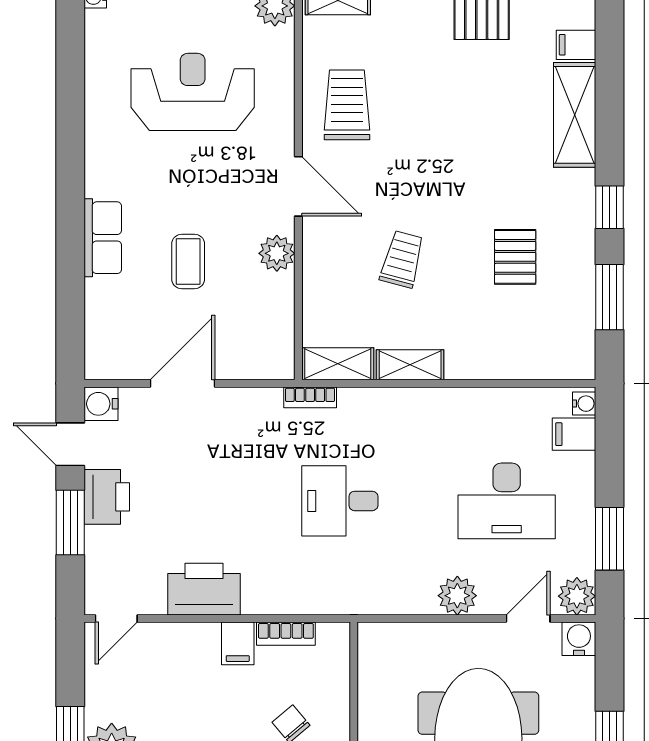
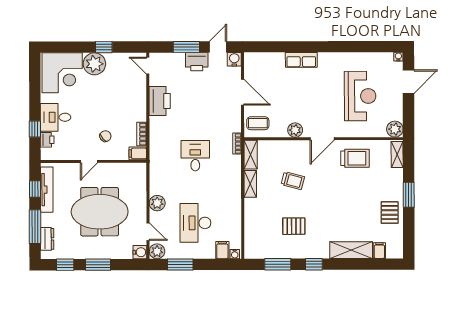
coffee table: (188, 261) -> (258, 123), moved
filing cabinet: (238, 643) -> (138, 153), moved

